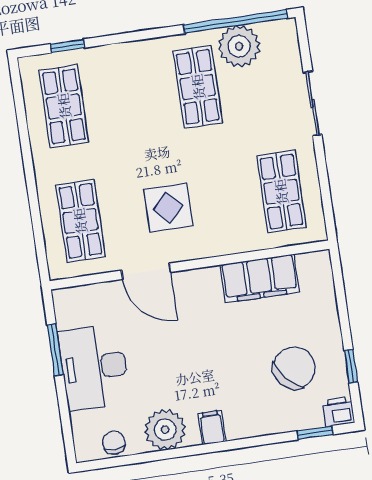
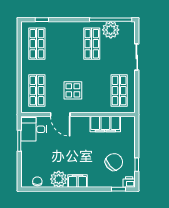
desk: (94, 367) -> (34, 129), moved, width x0.73
filing cabinet: (212, 427) -> (78, 181), width x2.00

